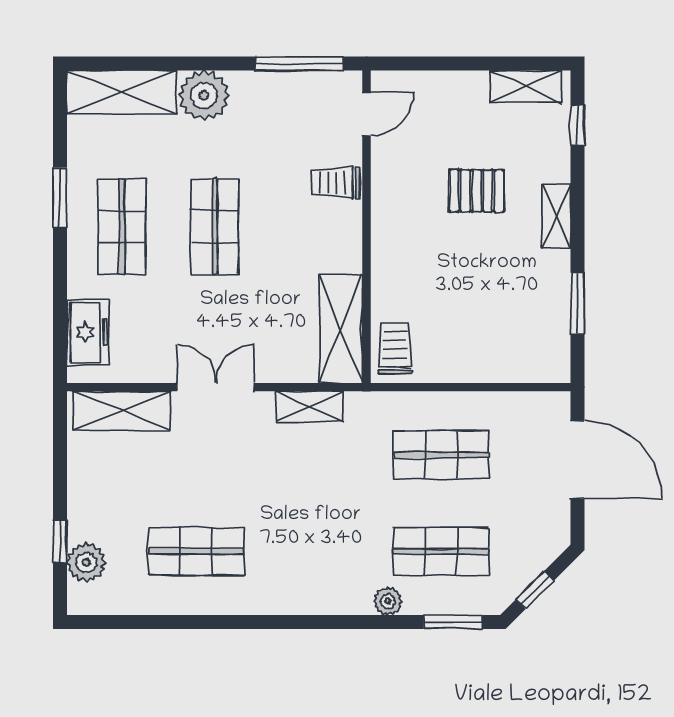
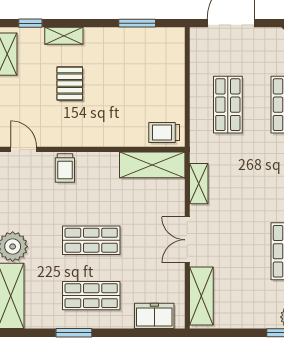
shelving: (556, 216) -> (64, 36), moved

